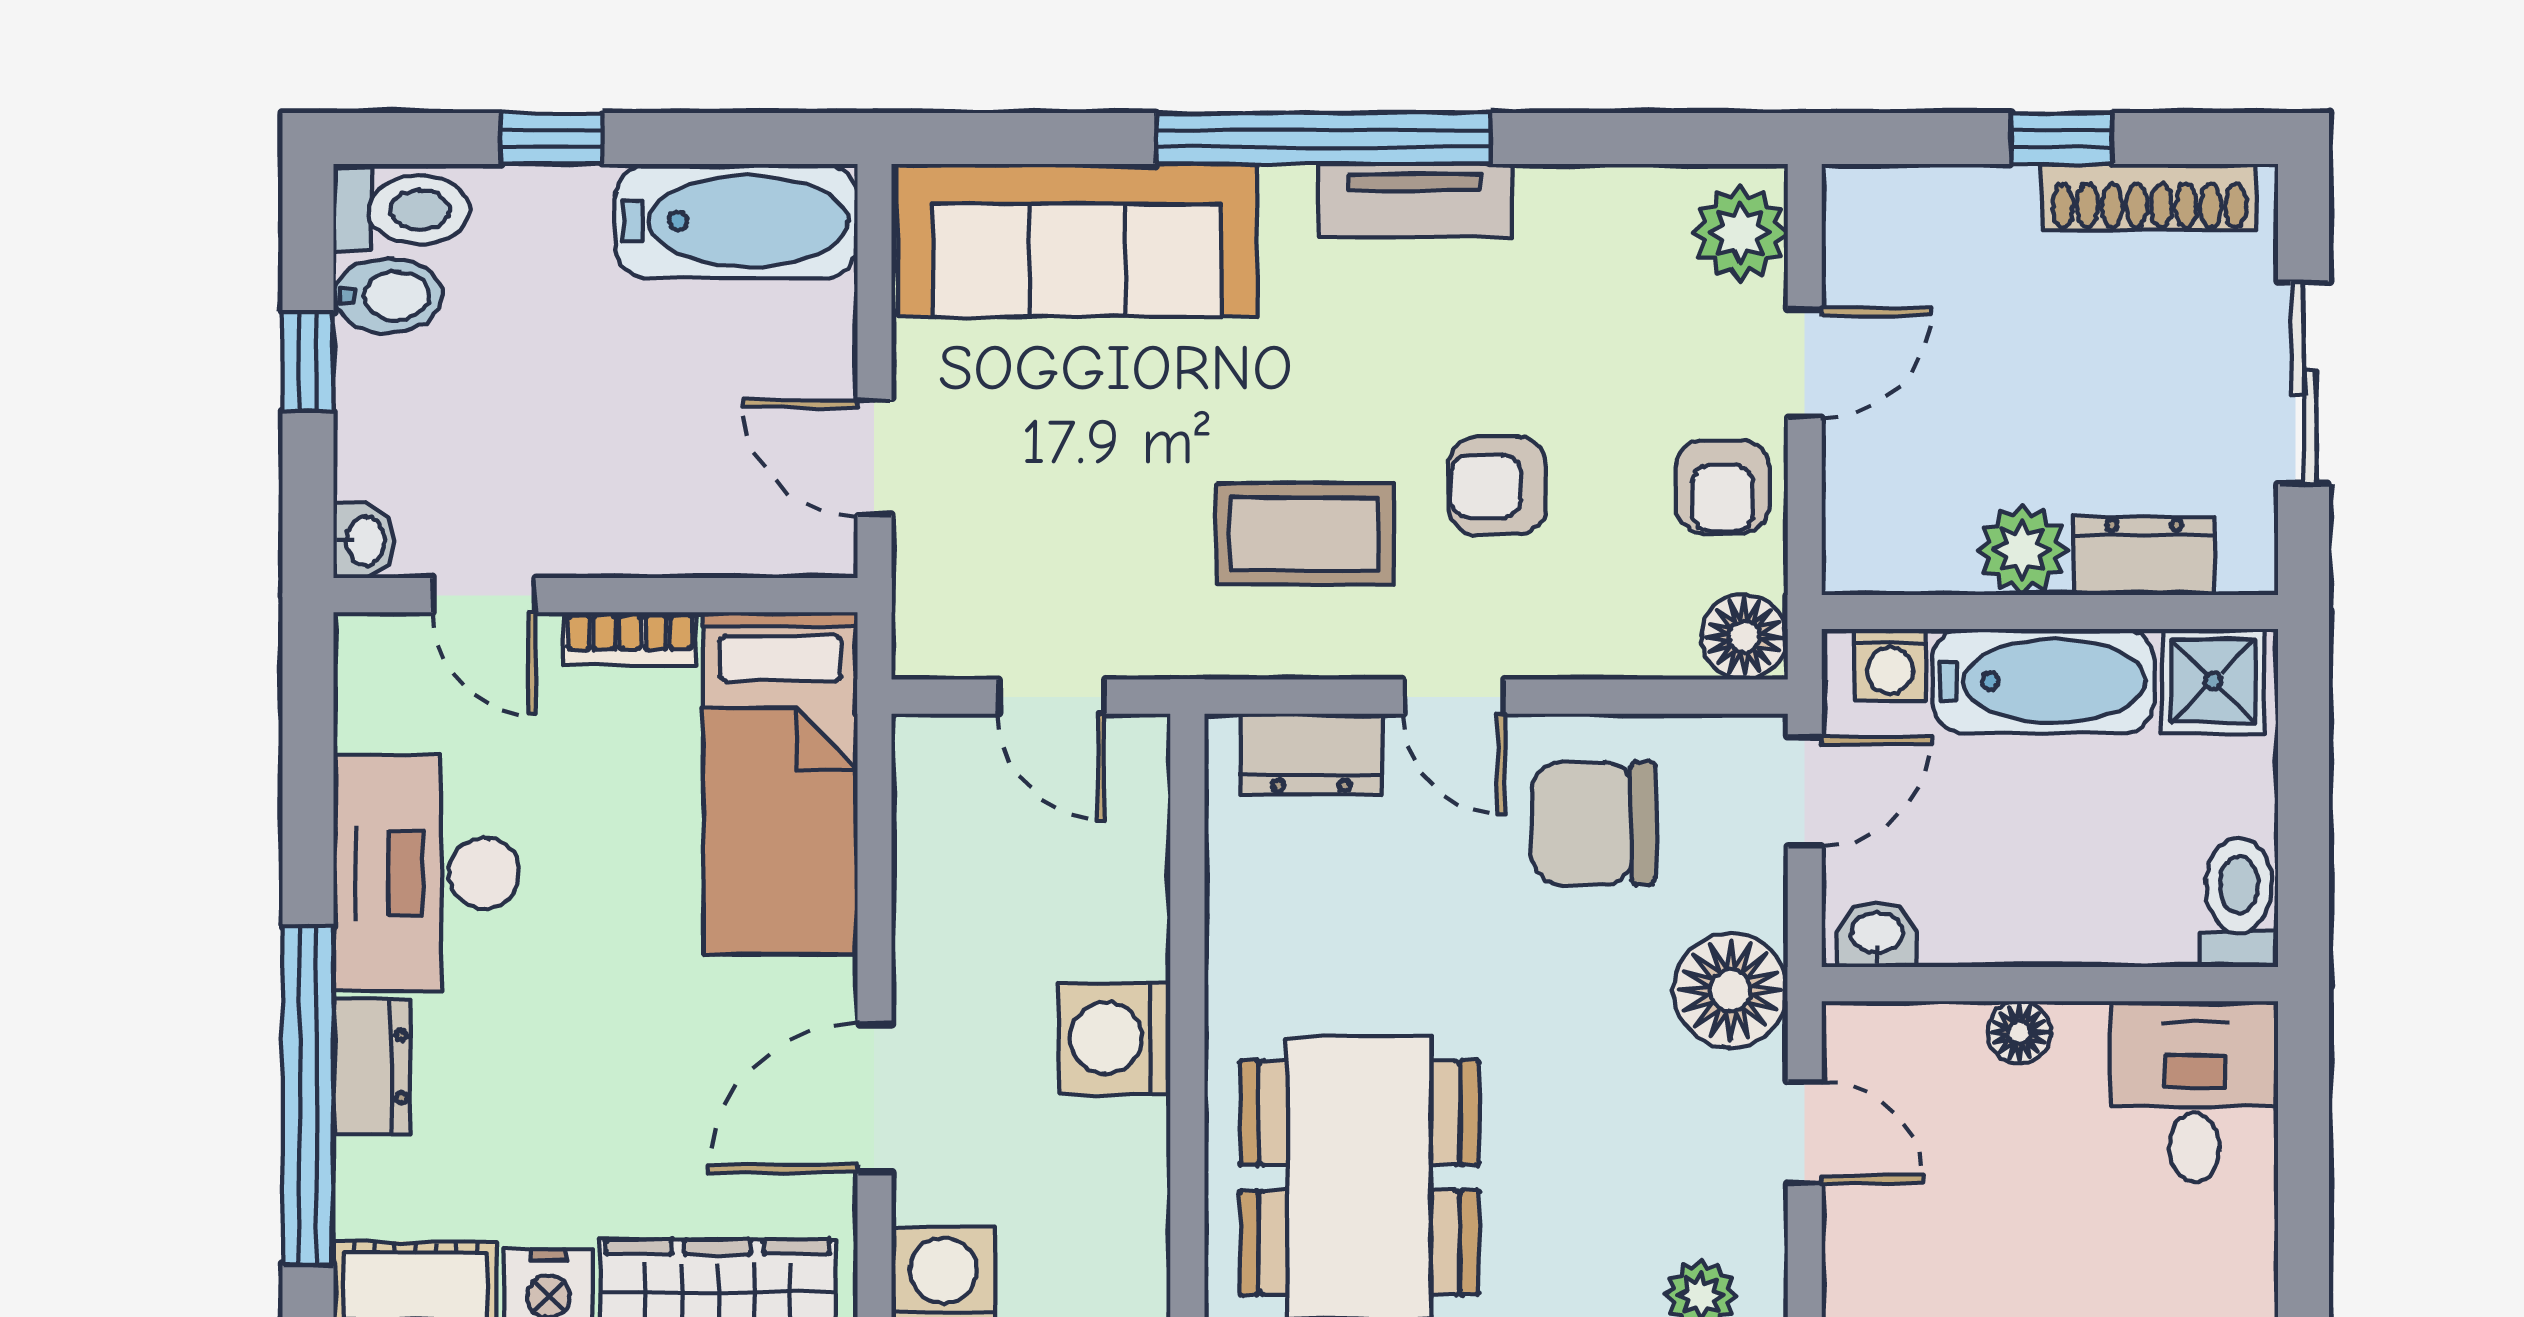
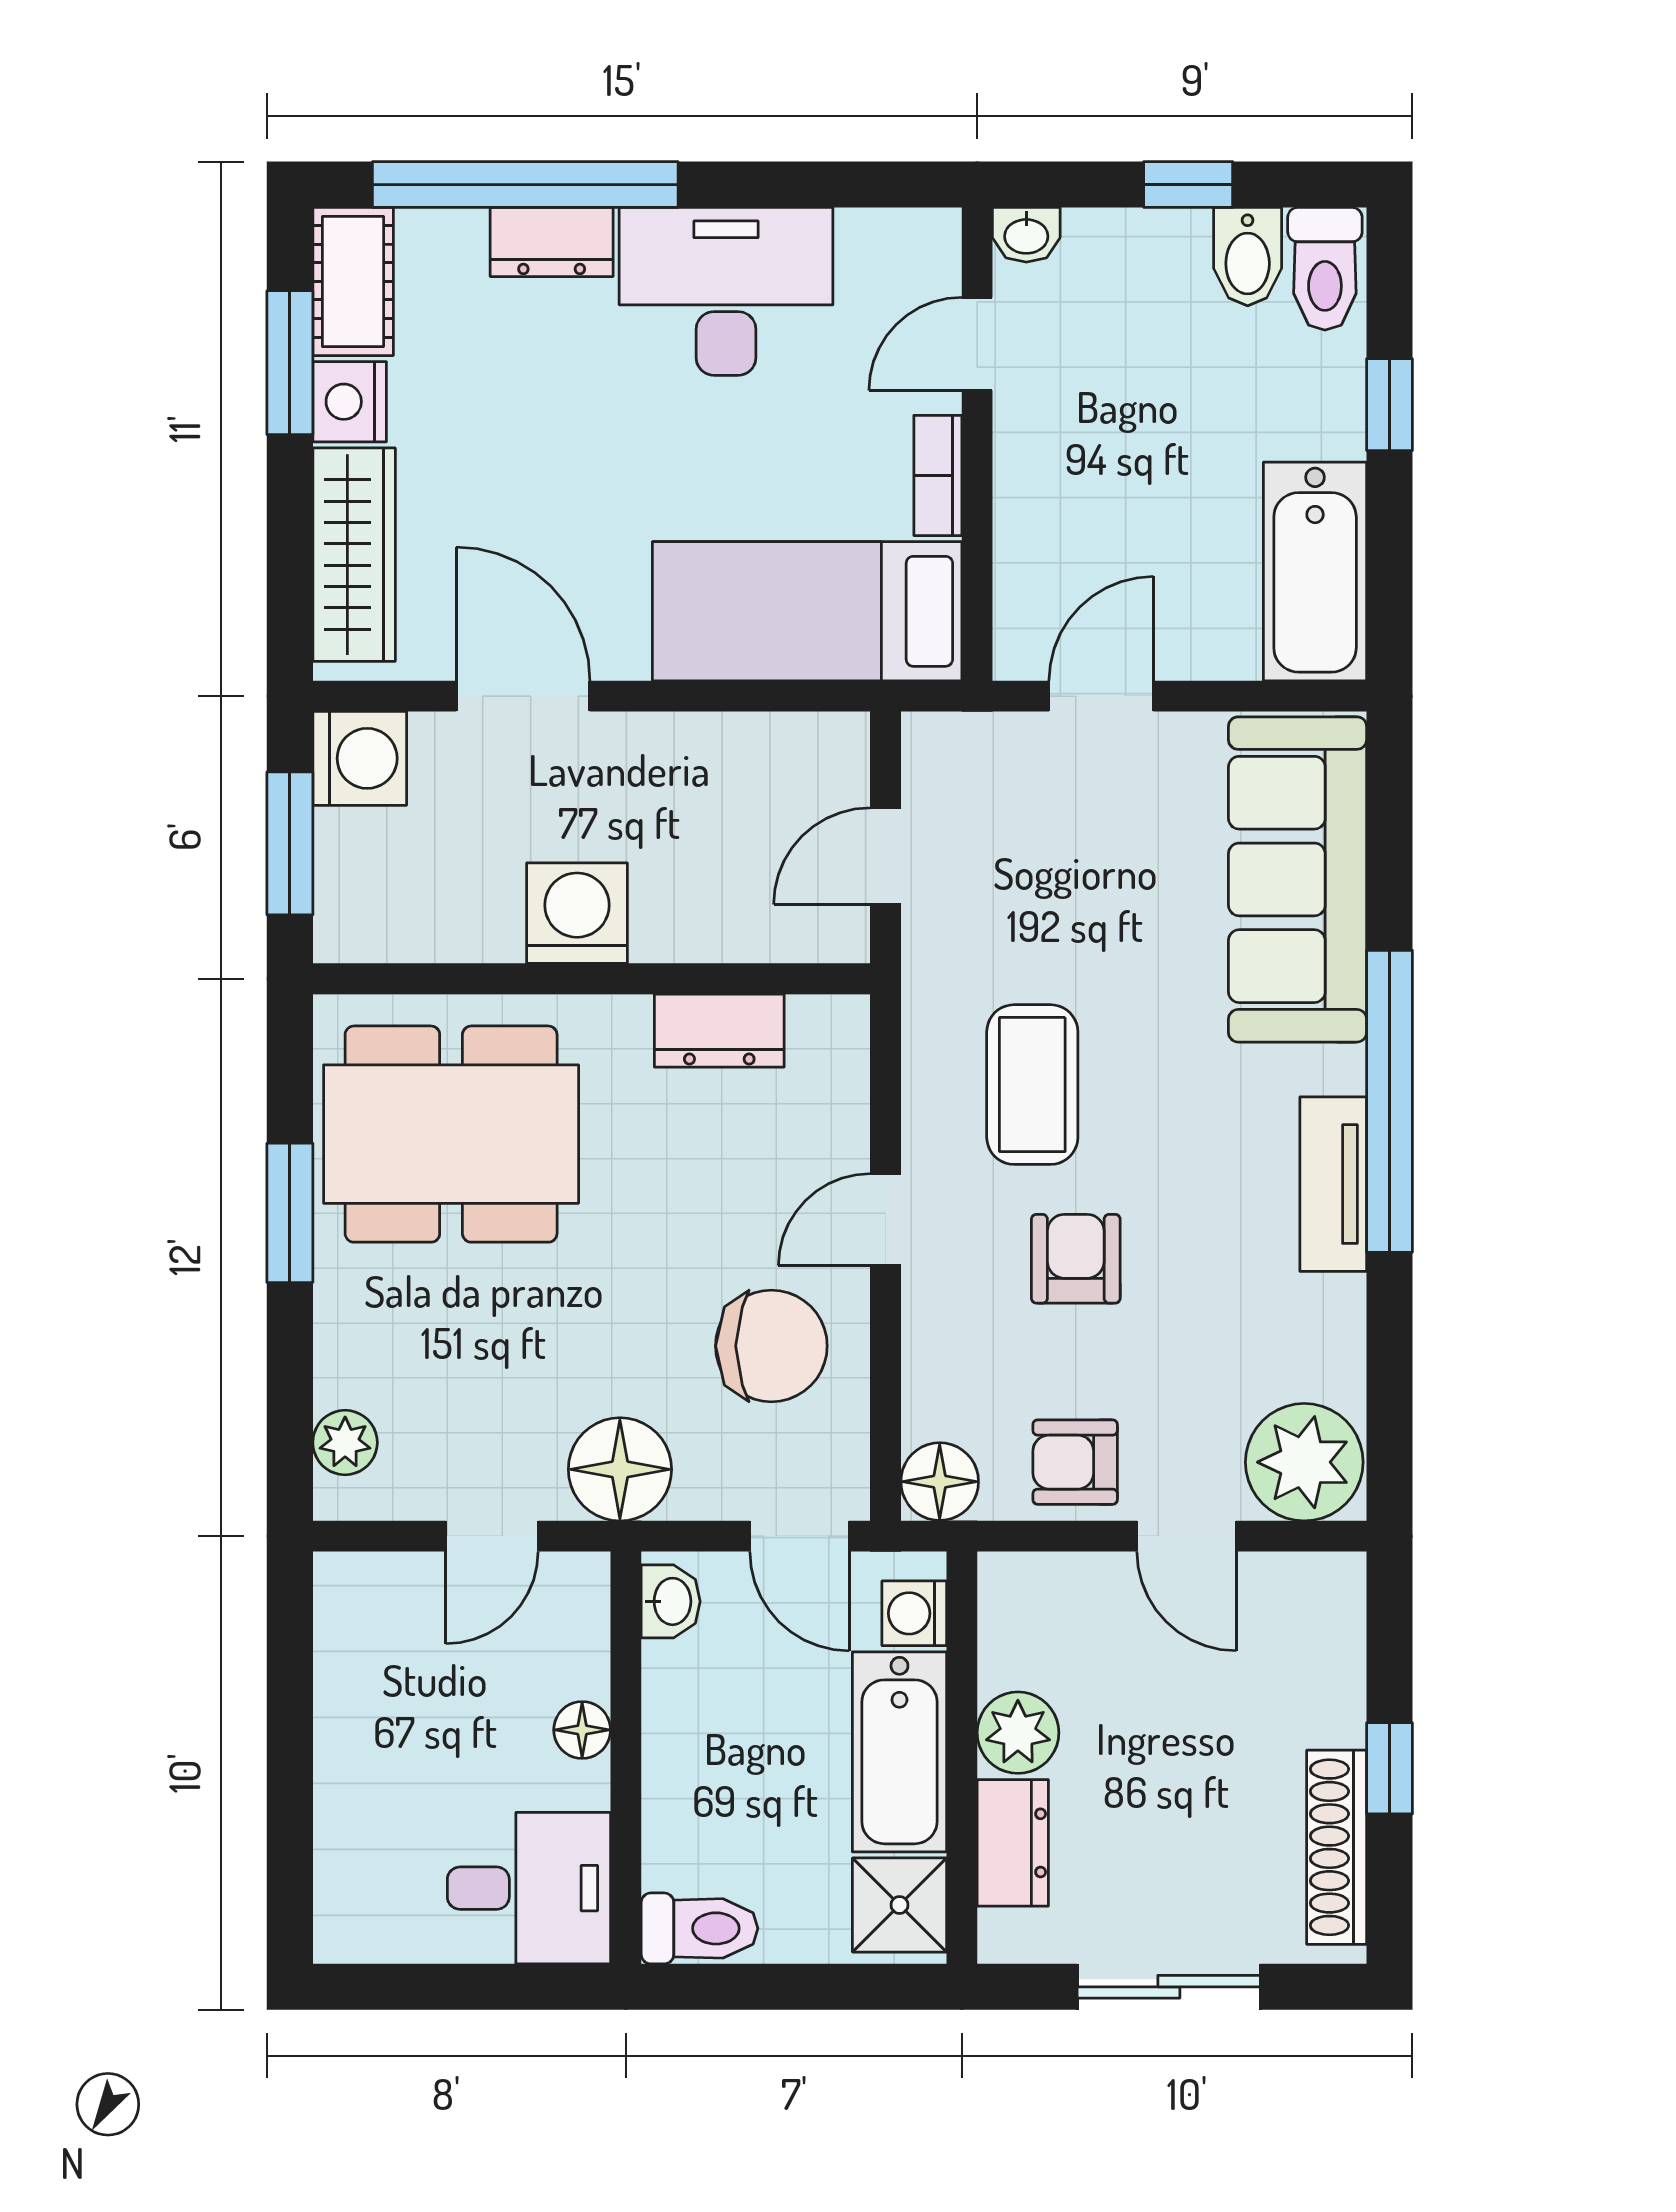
plant: (1740, 233) -> (1304, 1462), width x1.36, depth x1.36
dresser: (1311, 754) -> (719, 1031), moved, turned -90
chair: (1594, 823) -> (771, 1346), turned 90

